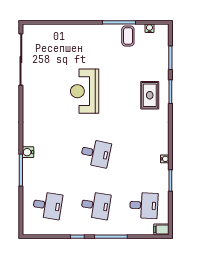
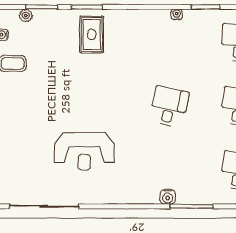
plant: (164, 46) -> (26, 16), added
reception desk: (85, 91) -> (84, 151), moved
rug: (150, 95) -> (92, 34), turned 90

